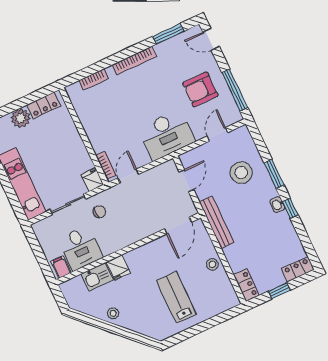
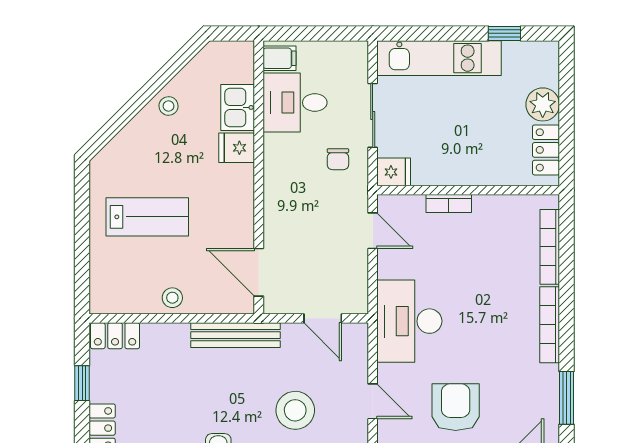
bookcase: (93, 80) -> (550, 247), width x1.56
bookcase: (106, 165) -> (449, 204), moved

